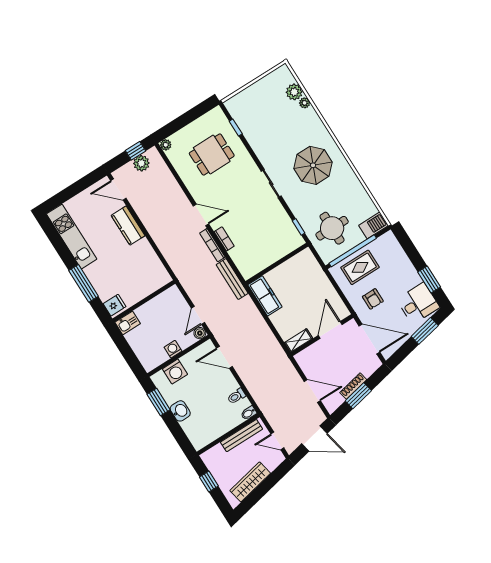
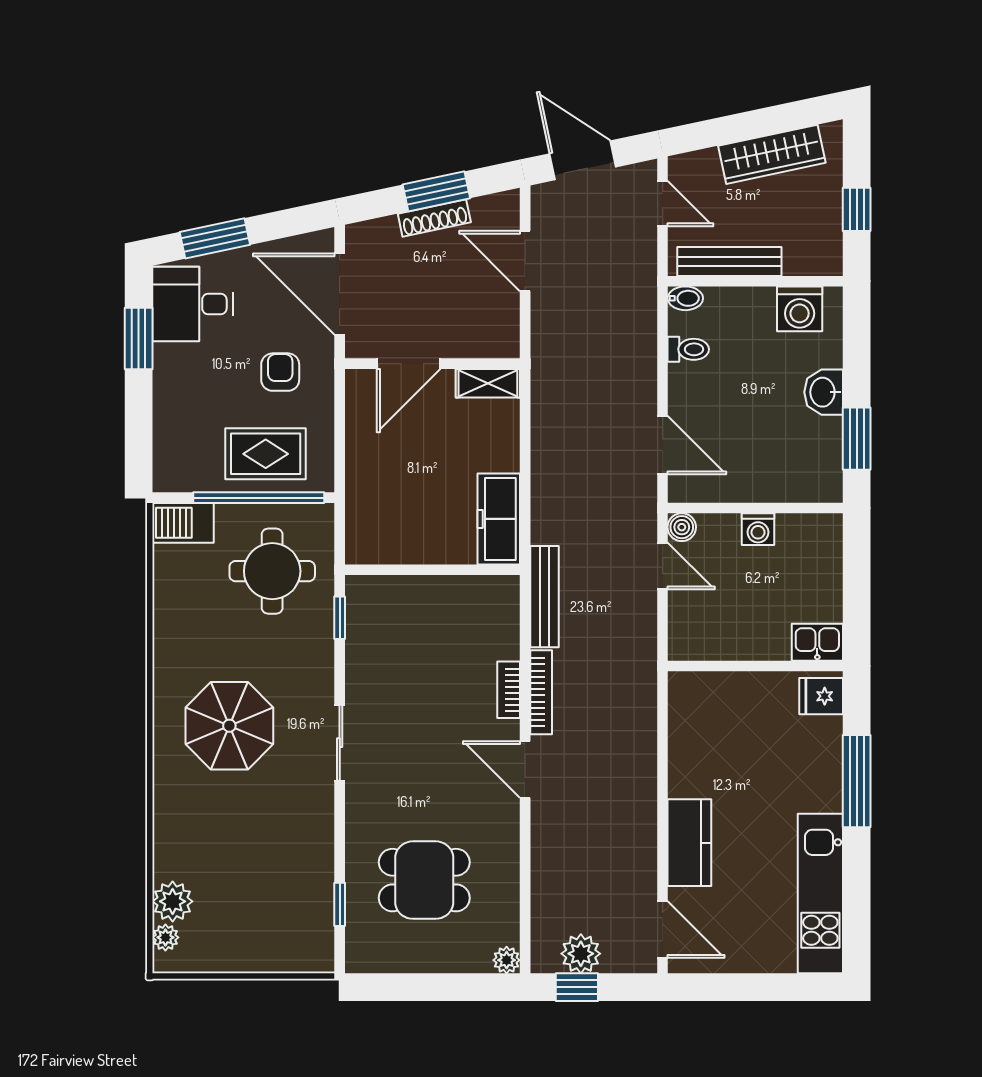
plant: (305, 103) -> (165, 937), moved
door: (198, 315) -> (663, 566), hinge flipped
washing machine: (175, 372) -> (800, 309), moved, turned 180

